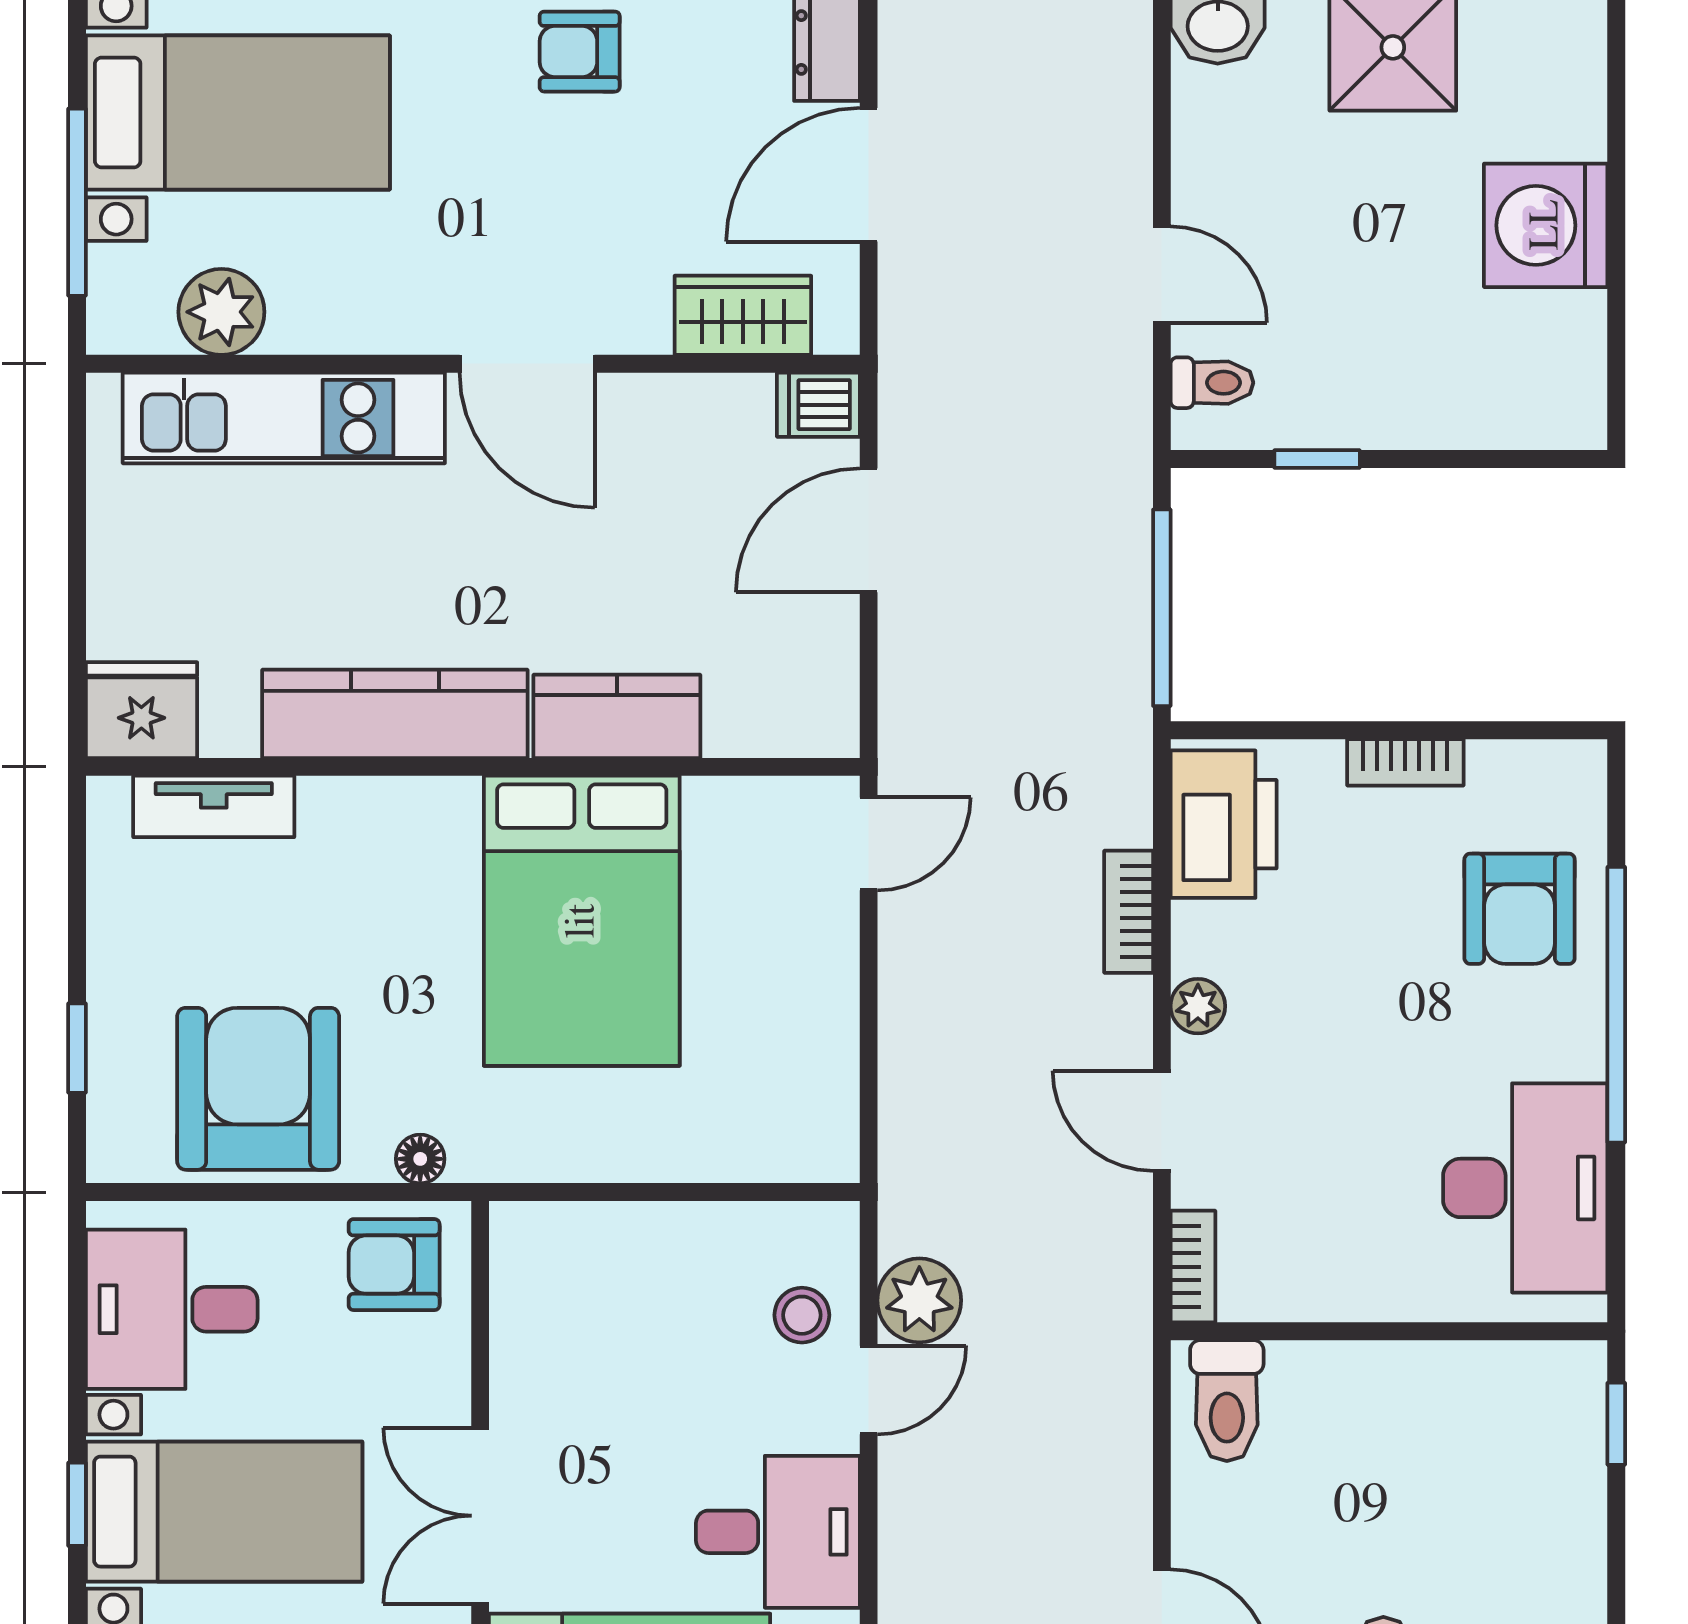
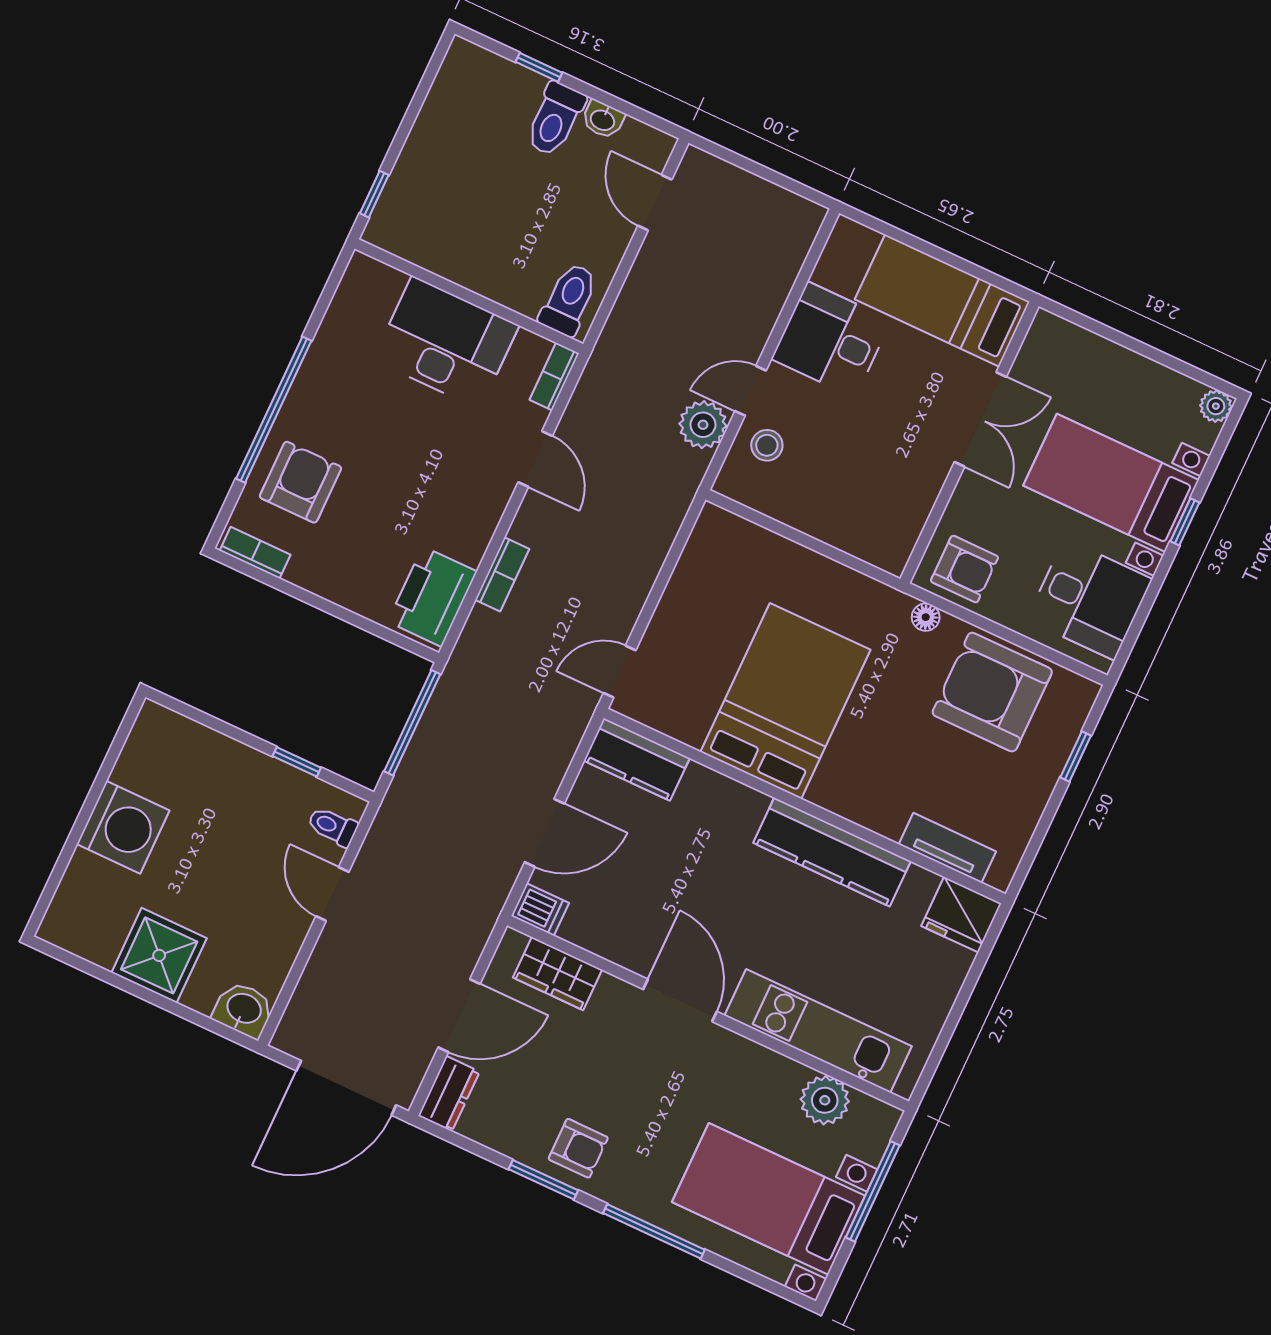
kitchen counter: (617, 716) -> (637, 759), moved
bookcase: (1405, 762) -> (255, 553), moved
plant: (1198, 1006) -> (489, 509), removed
armchair: (258, 1089) -> (992, 692), turned 90
desk: (1525, 1188) -> (446, 343), moved, turned 90

